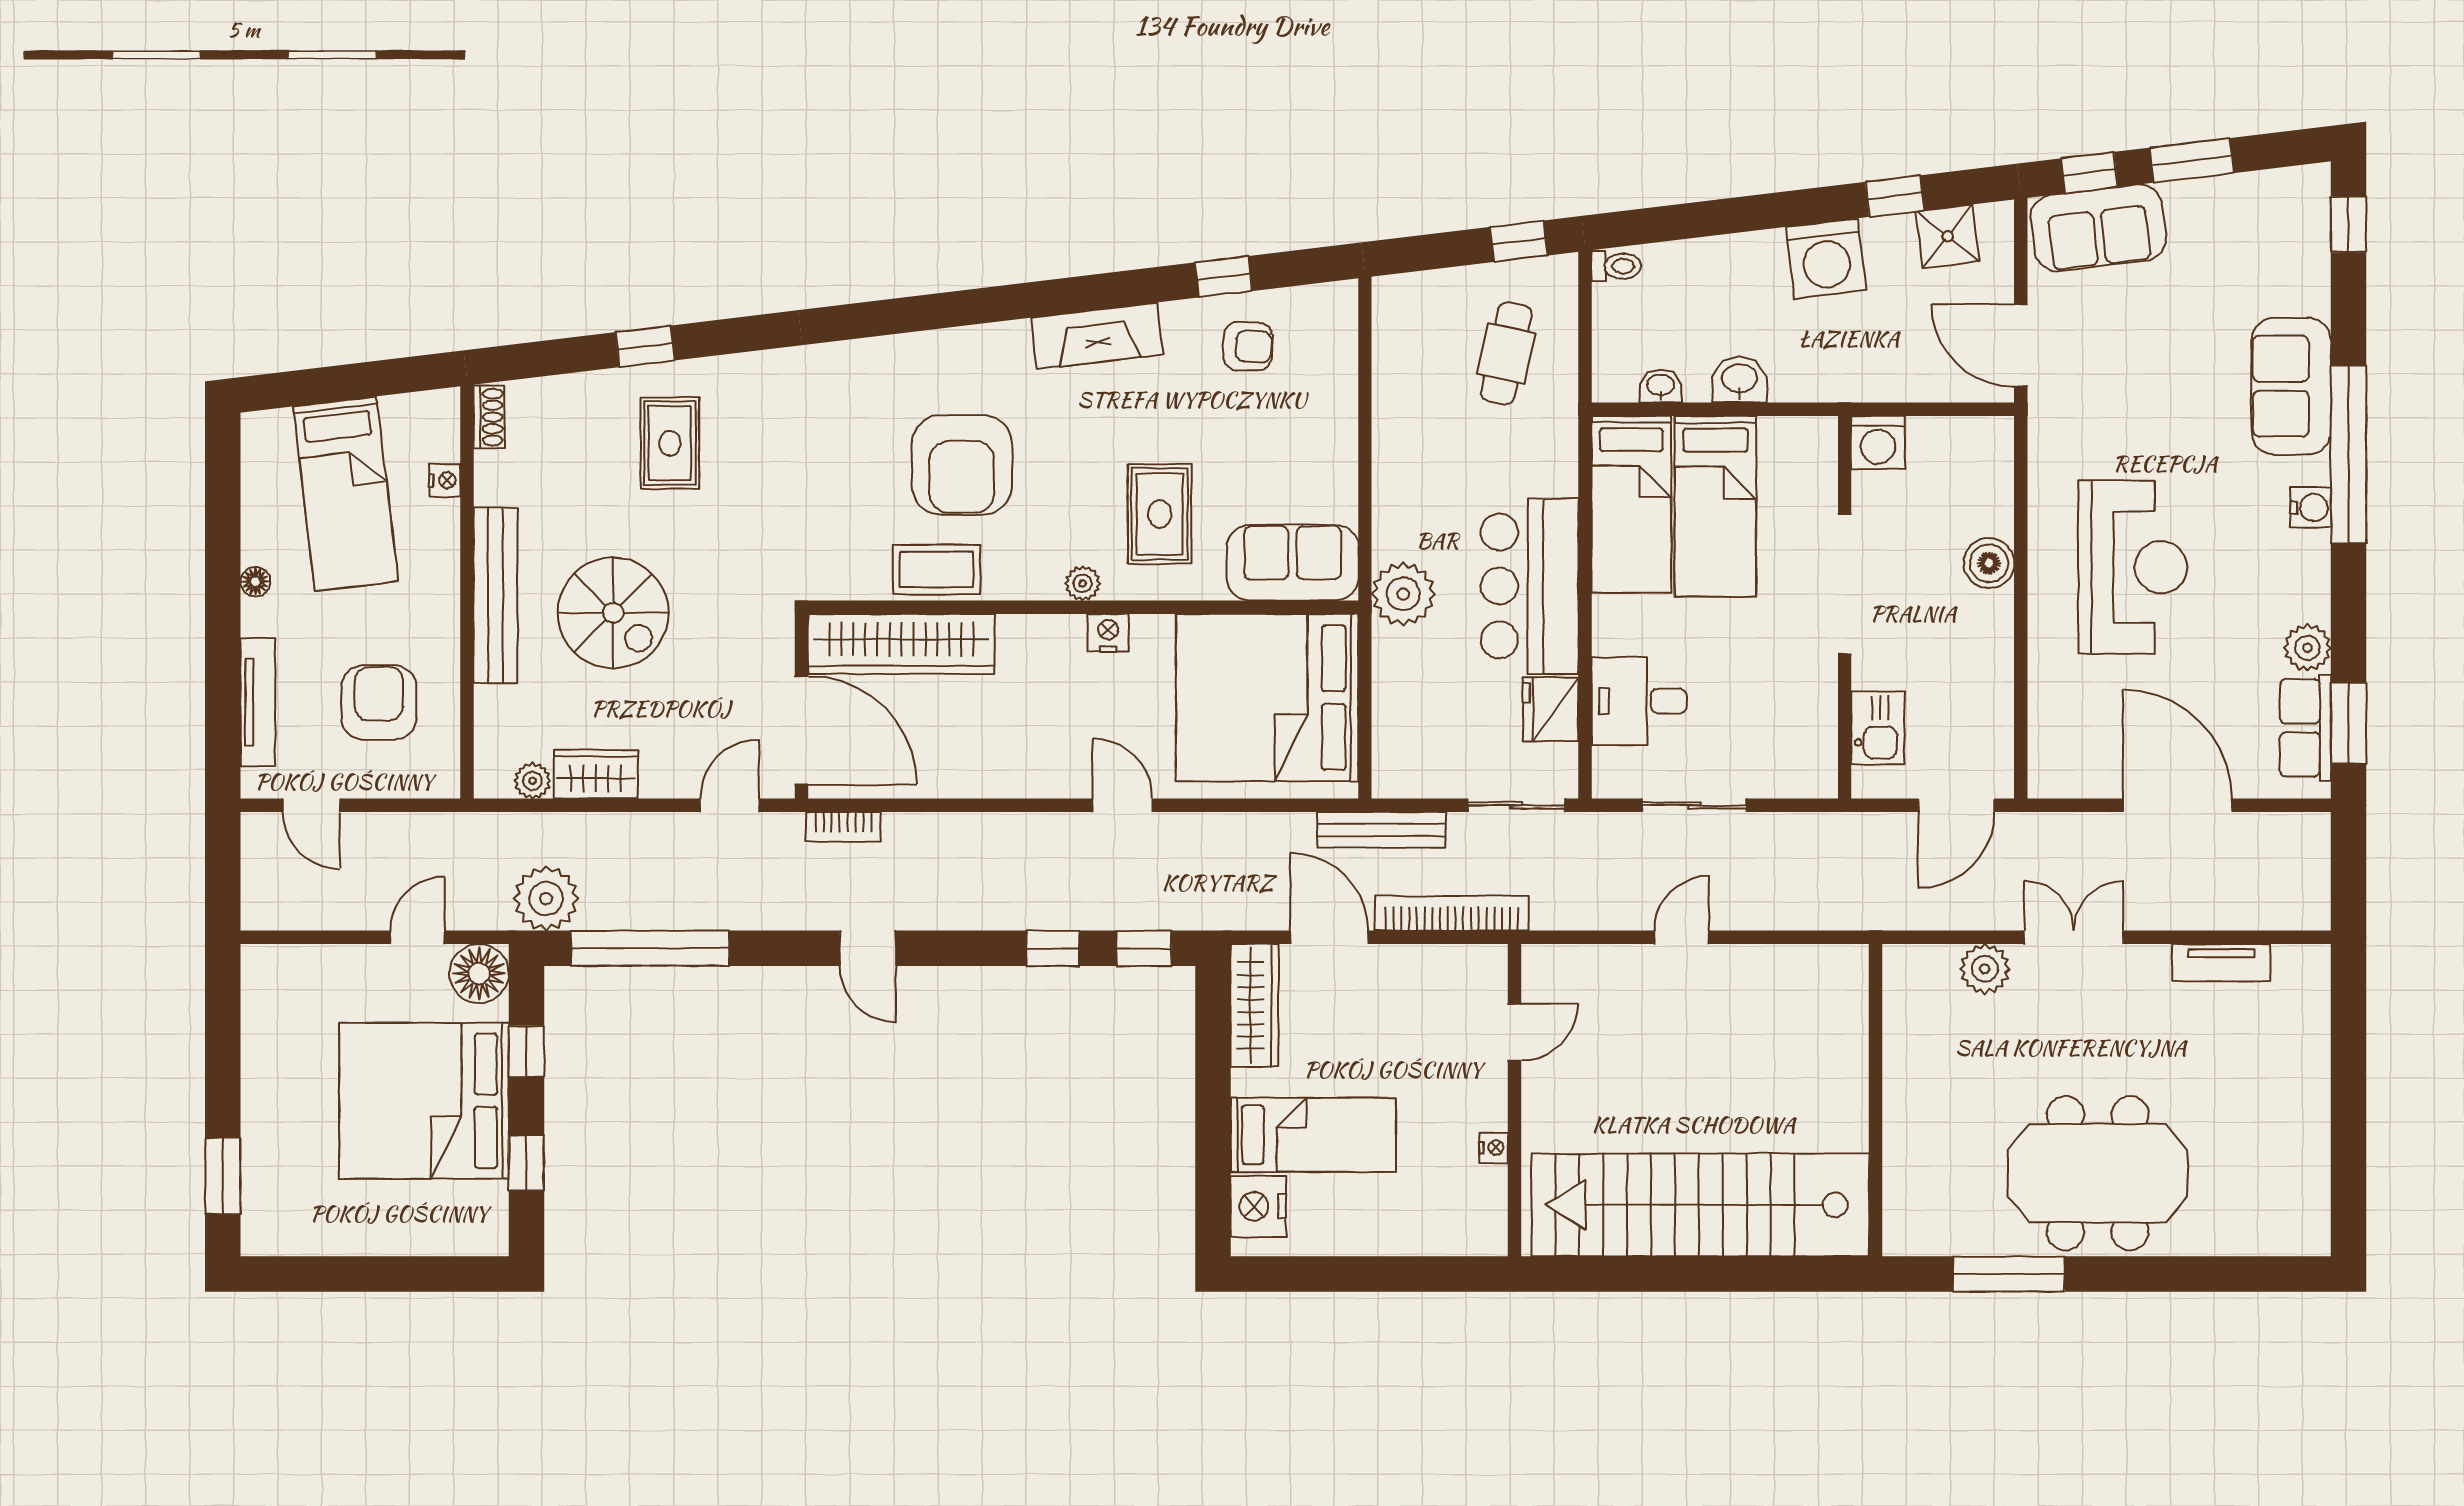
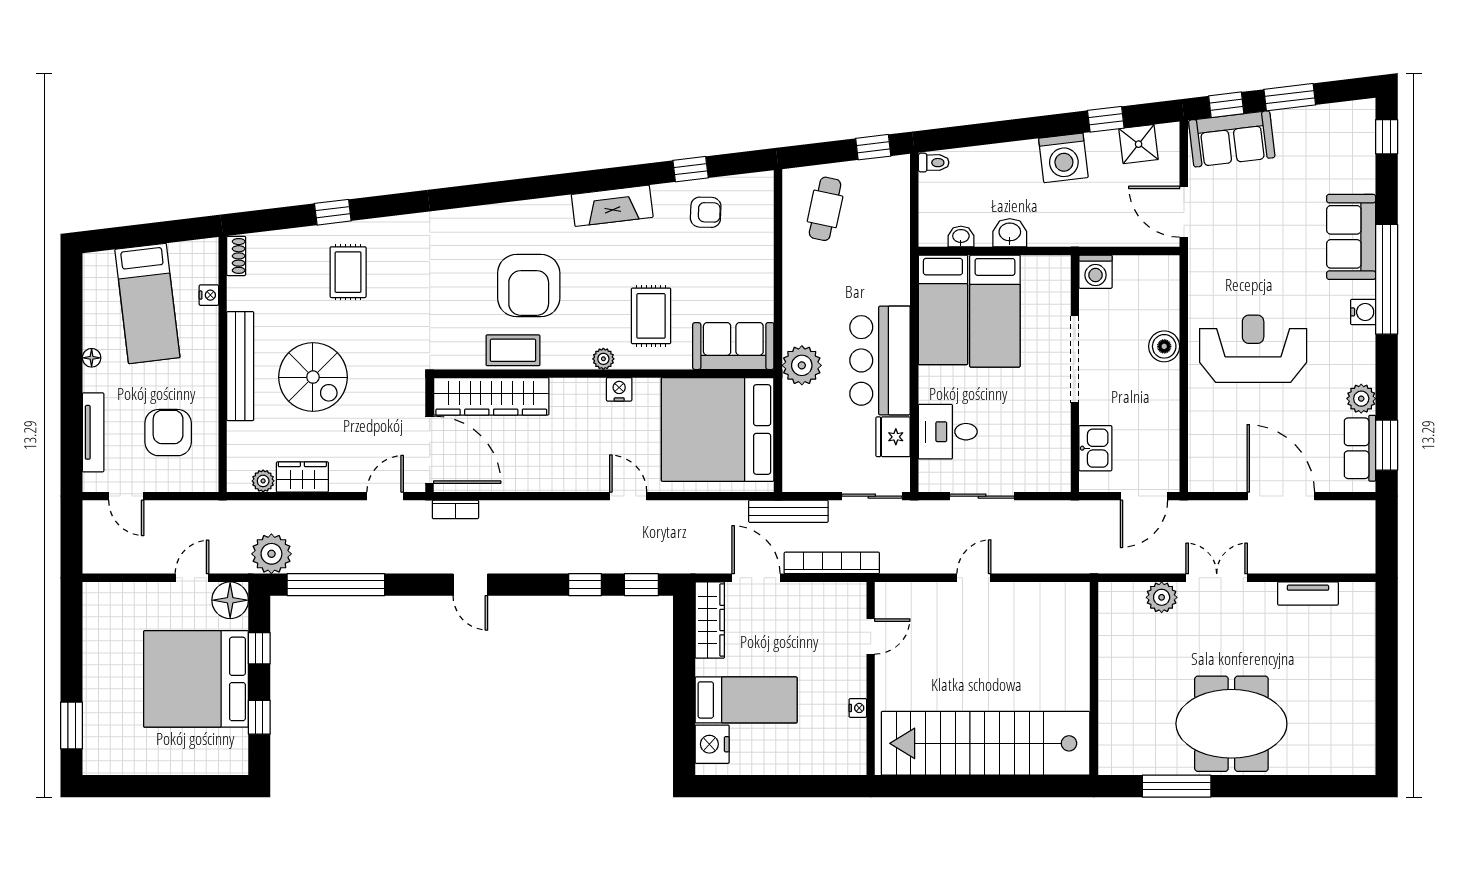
cafe table: (1506, 353) -> (825, 209), moved
reception desk: (2133, 567) -> (1253, 349), turned -90

